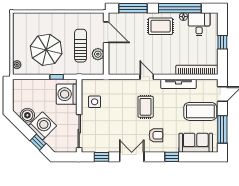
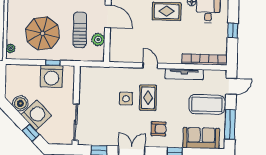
washing machine: (67, 94) -> (52, 76), moved, turned -90
side table: (95, 102) -> (126, 99), moved

